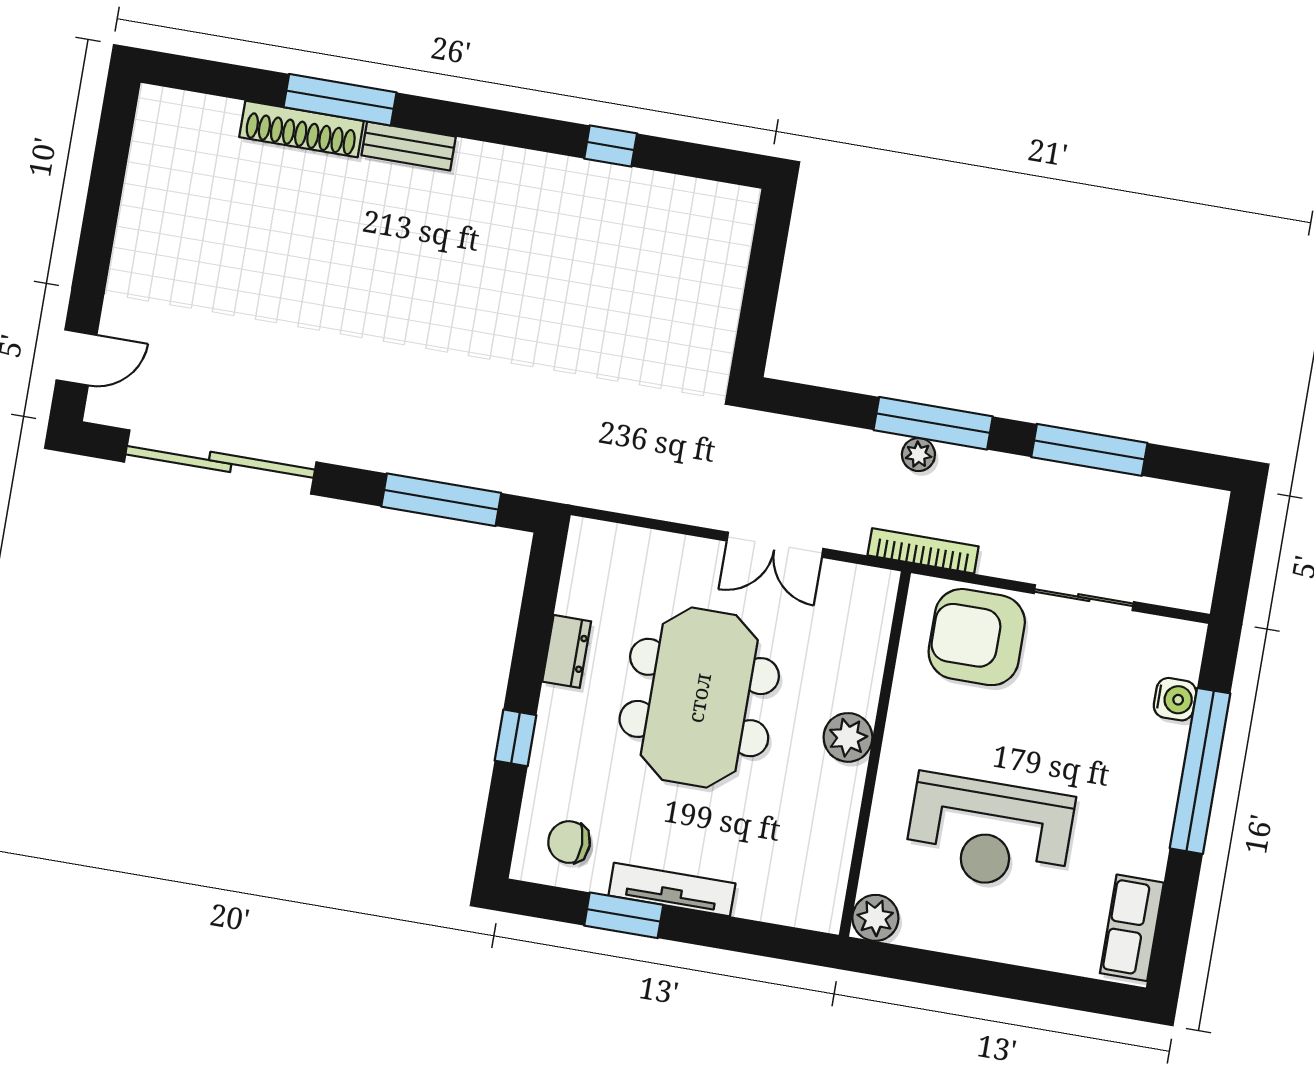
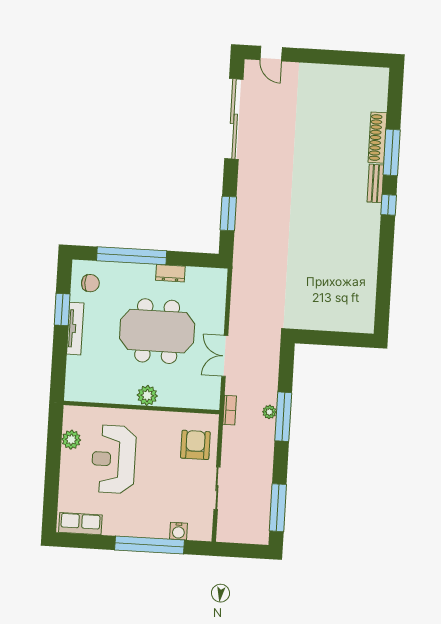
window: (611, 146) -> (389, 205), moved
window: (1089, 450) -> (278, 508), moved
window: (441, 500) -> (228, 214), width x0.69
bookcase: (923, 551) -> (230, 410), width x0.64
armchair: (977, 637) -> (195, 445), width x0.73, depth x0.73
window: (516, 738) -> (132, 256), width x3.17
chair: (569, 842) -> (90, 283), turned 90
plant: (875, 918) -> (71, 440), moved

